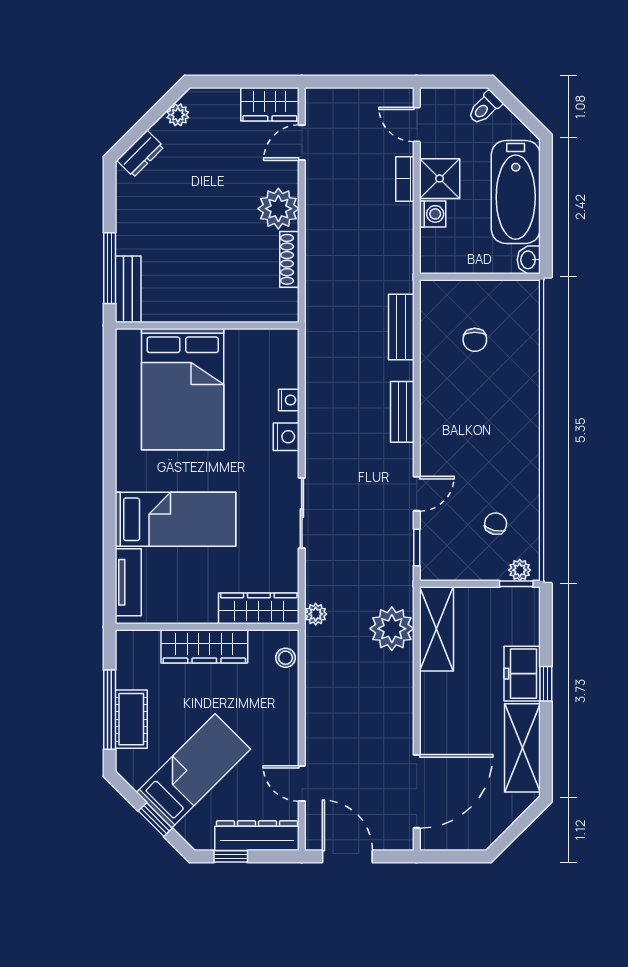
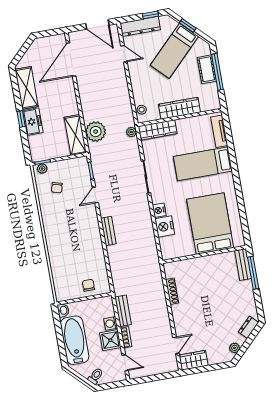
plant: (278, 209) -> (181, 313), removed
bench: (401, 327) -> (123, 311), moved
chair: (475, 340) -> (88, 285), moved
nightstand: (289, 400) -> (165, 227), width x1.89, depth x1.79

